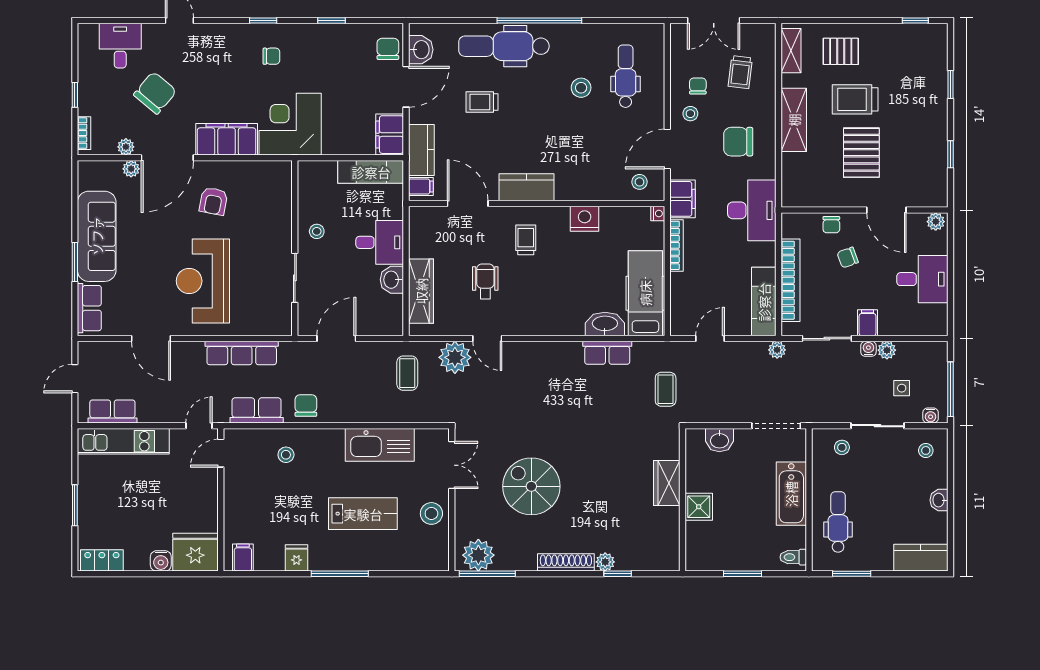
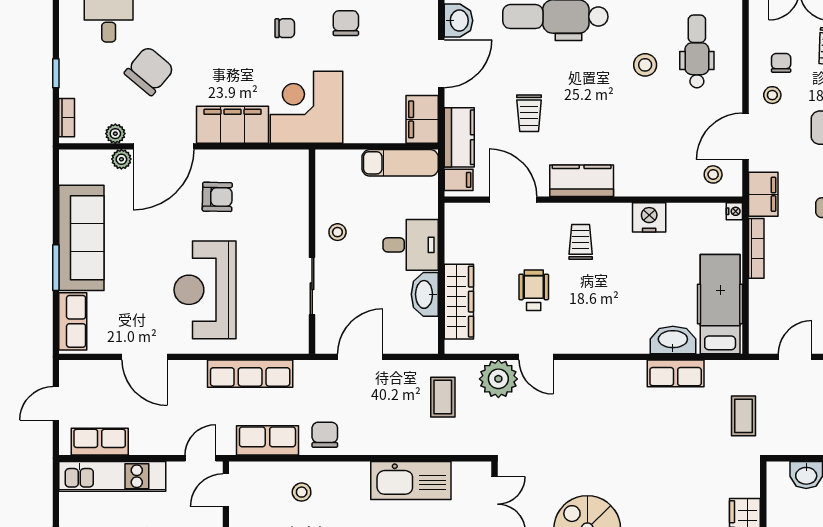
chair: (388, 49) -> (346, 23), moved
trolley: (482, 102) -> (529, 113), moved, turned -90
armchair: (213, 201) -> (217, 197), turned -100
washbasin: (392, 280) -> (425, 294), width x1.38

